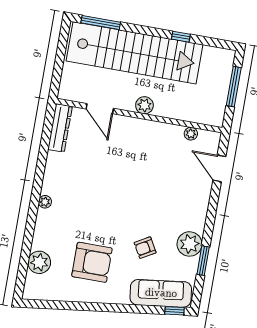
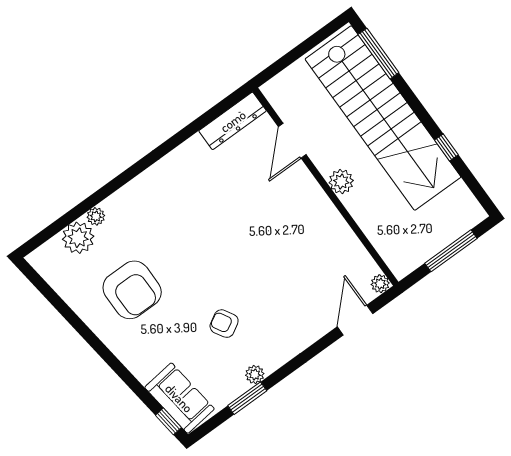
plant: (191, 134) -> (380, 284), moved
plant: (45, 202) -> (96, 216), moved
plant: (189, 244) -> (255, 374), width x0.53, depth x0.53
armchair: (145, 248) -> (224, 324), moved
sofa: (161, 293) -> (179, 398), width x0.73

